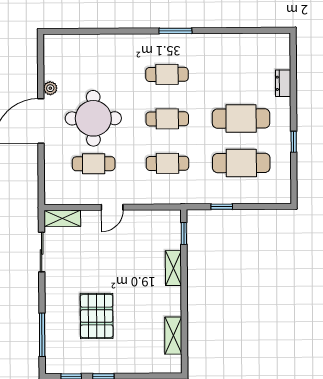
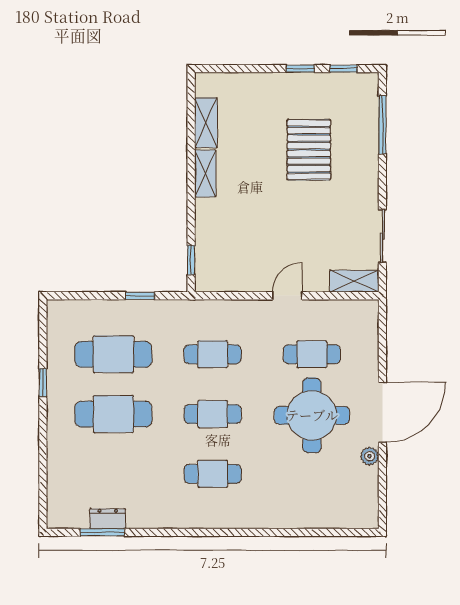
window: (175, 31) -> (102, 532), moved
dresser: (283, 83) -> (108, 519), moved, turned -90
shelving: (173, 268) -> (205, 173), moved

